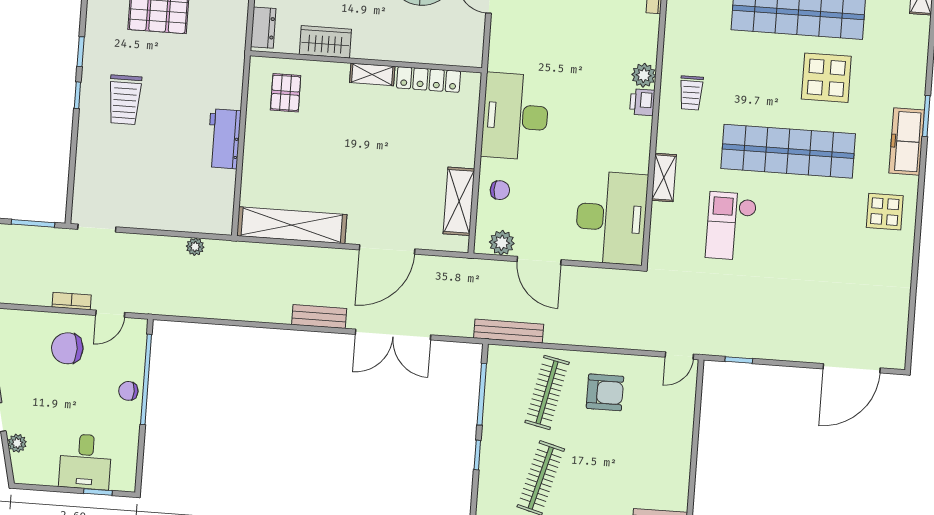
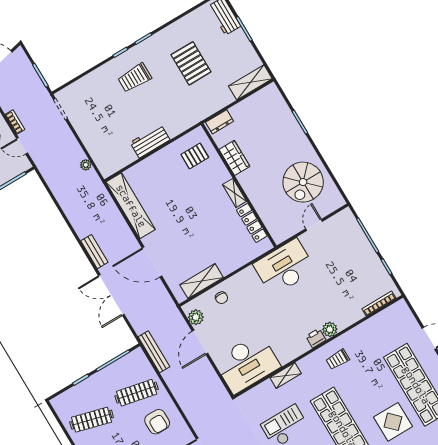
desk: (515, 116) -> (284, 267), moved

